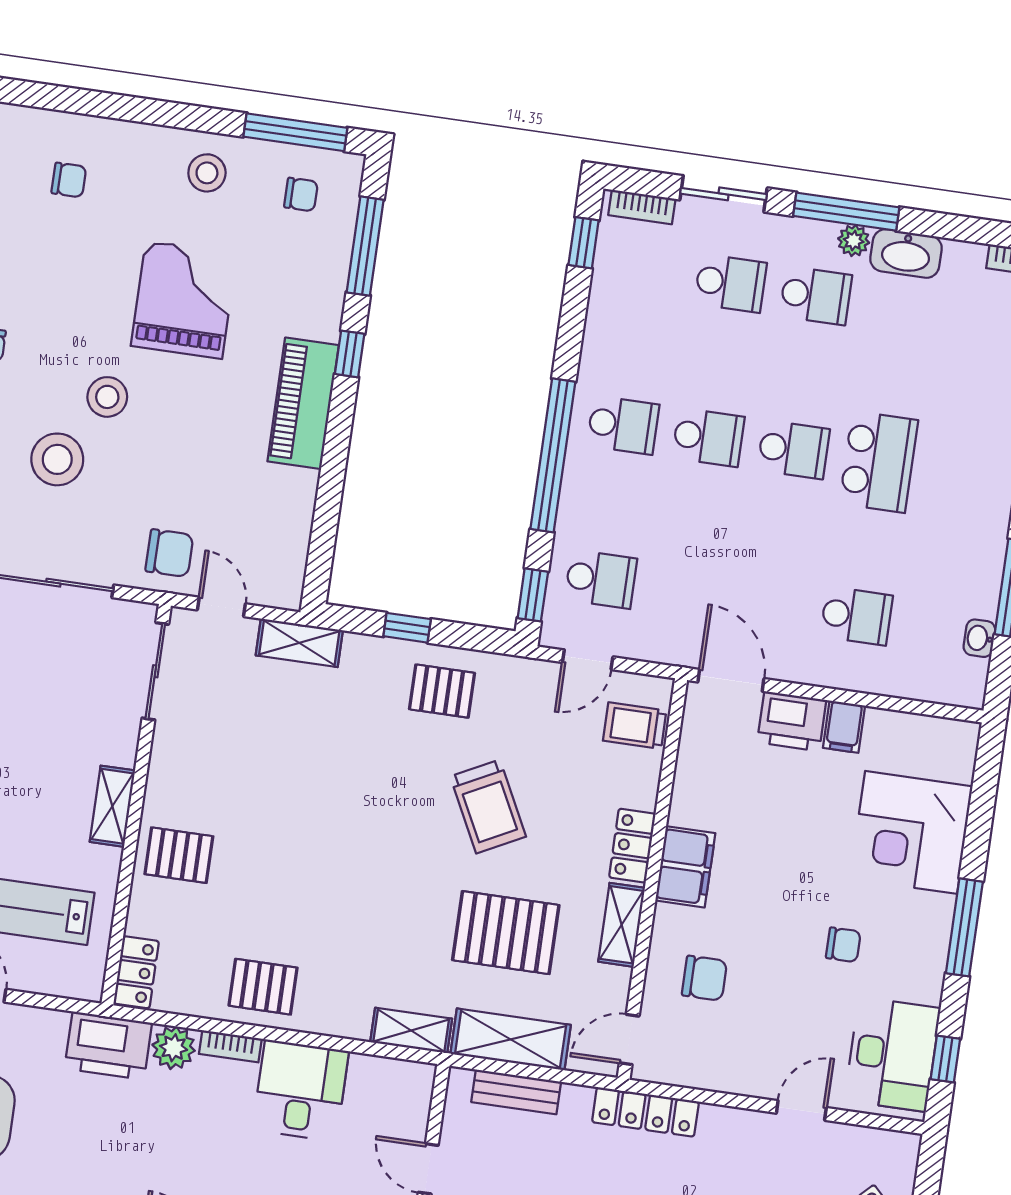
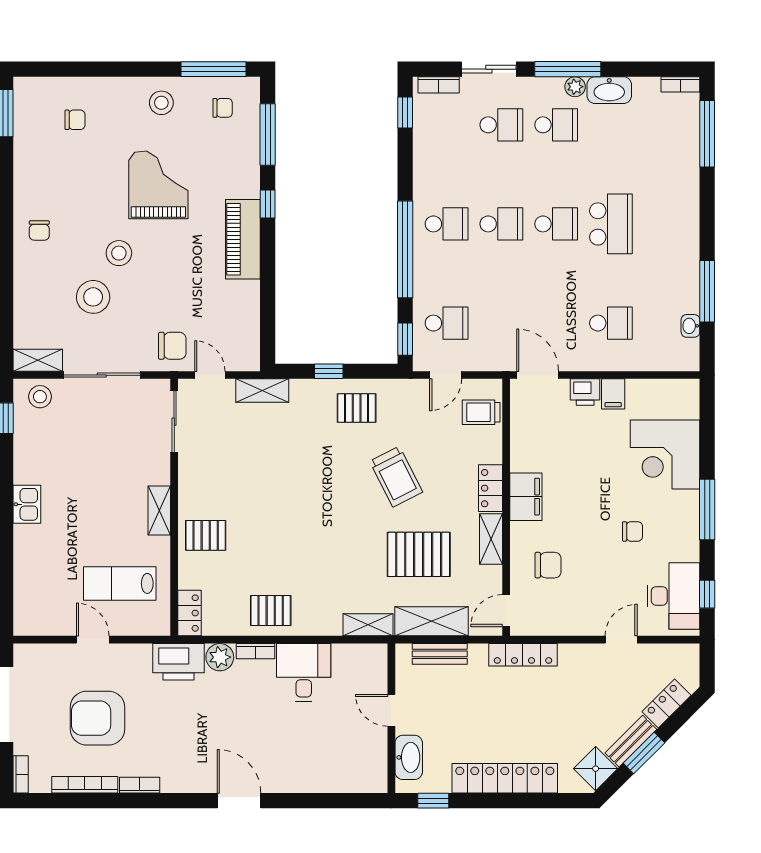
printer: (792, 721) -> (585, 392), width x0.73, depth x0.81

